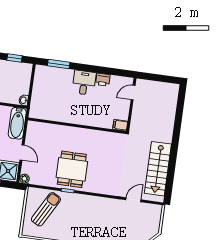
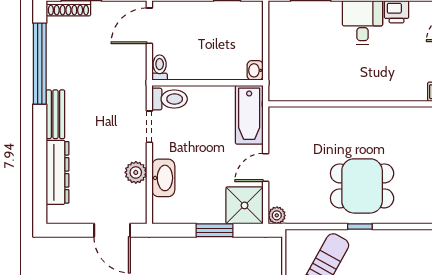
door: (22, 152) -> (266, 167), swing flipped
dining table: (72, 169) -> (362, 186), turned 90

